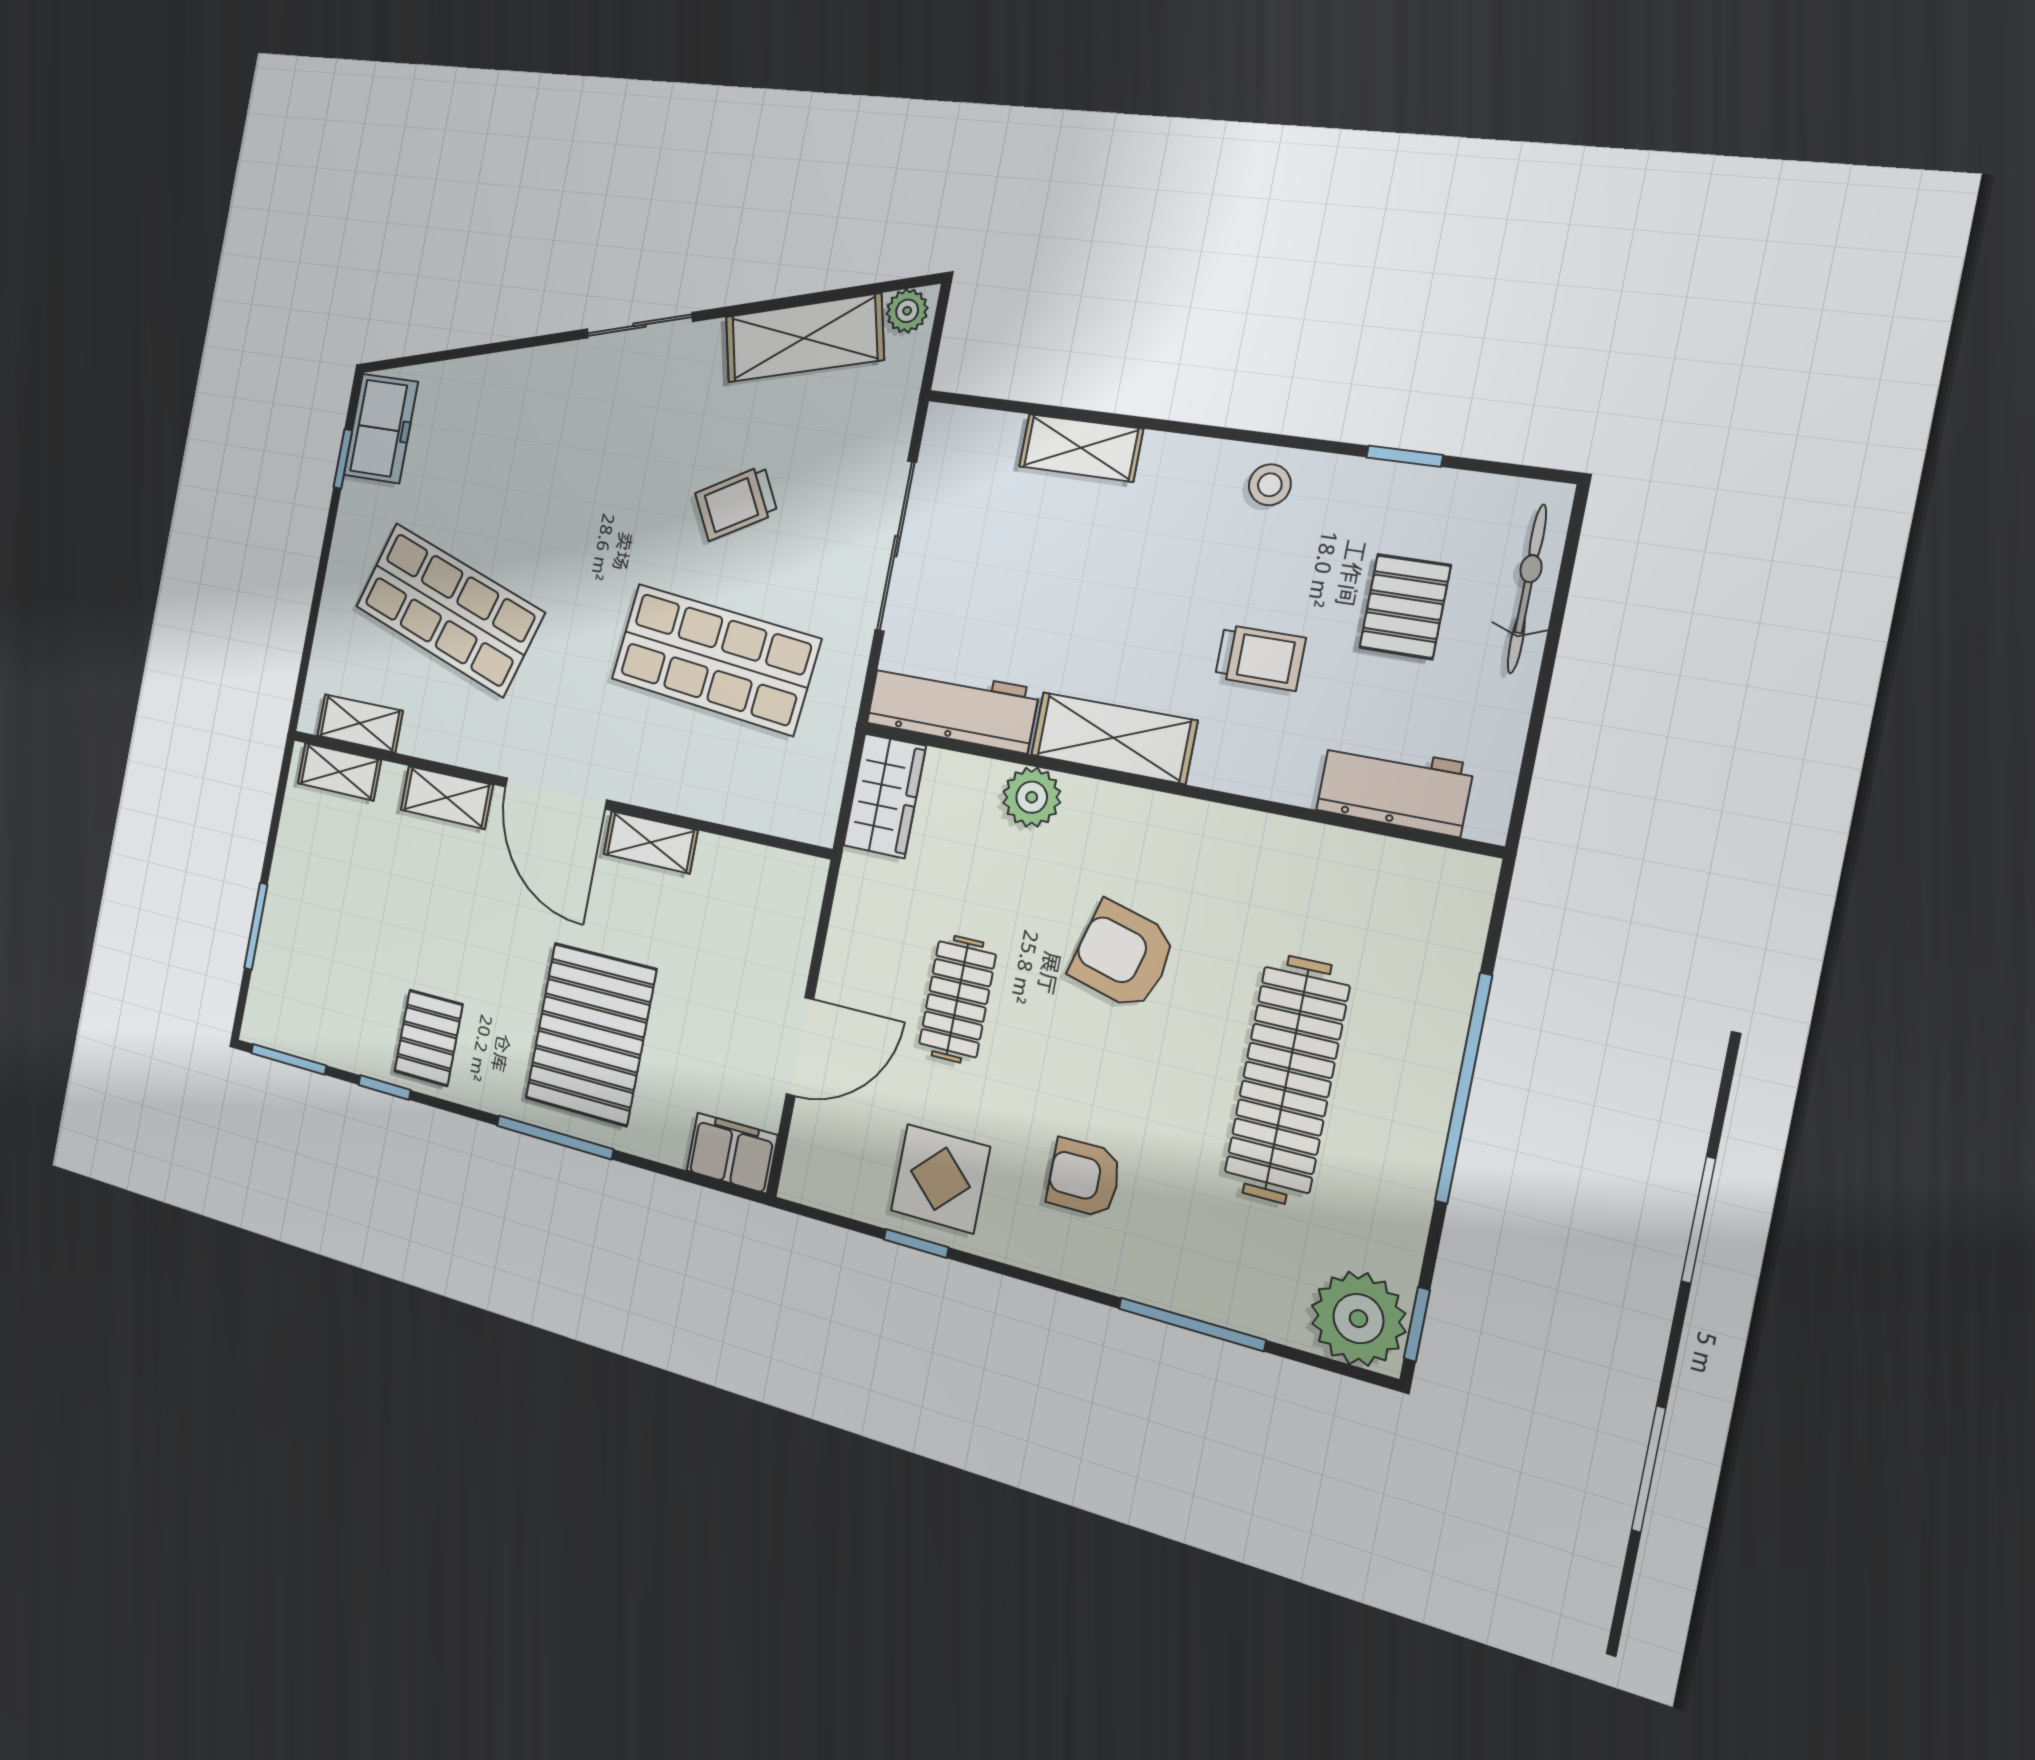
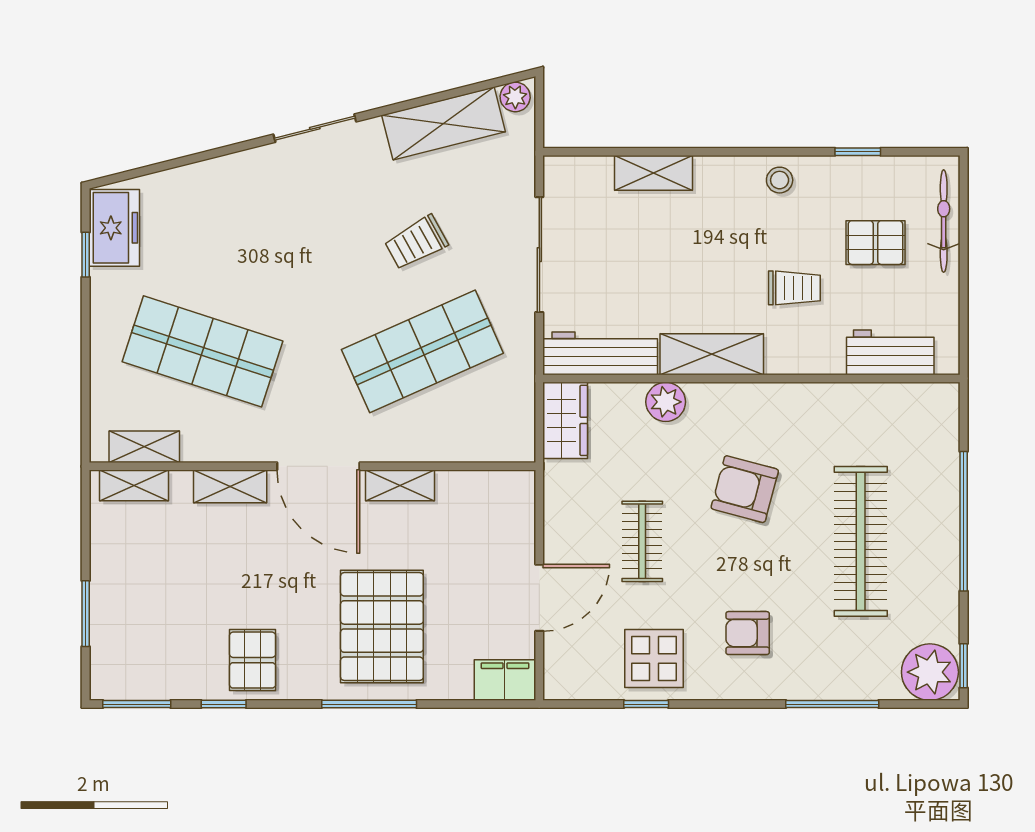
pallet: (1405, 607) -> (875, 243), turned 90
shop shelf: (715, 659) -> (422, 351), turned -30

